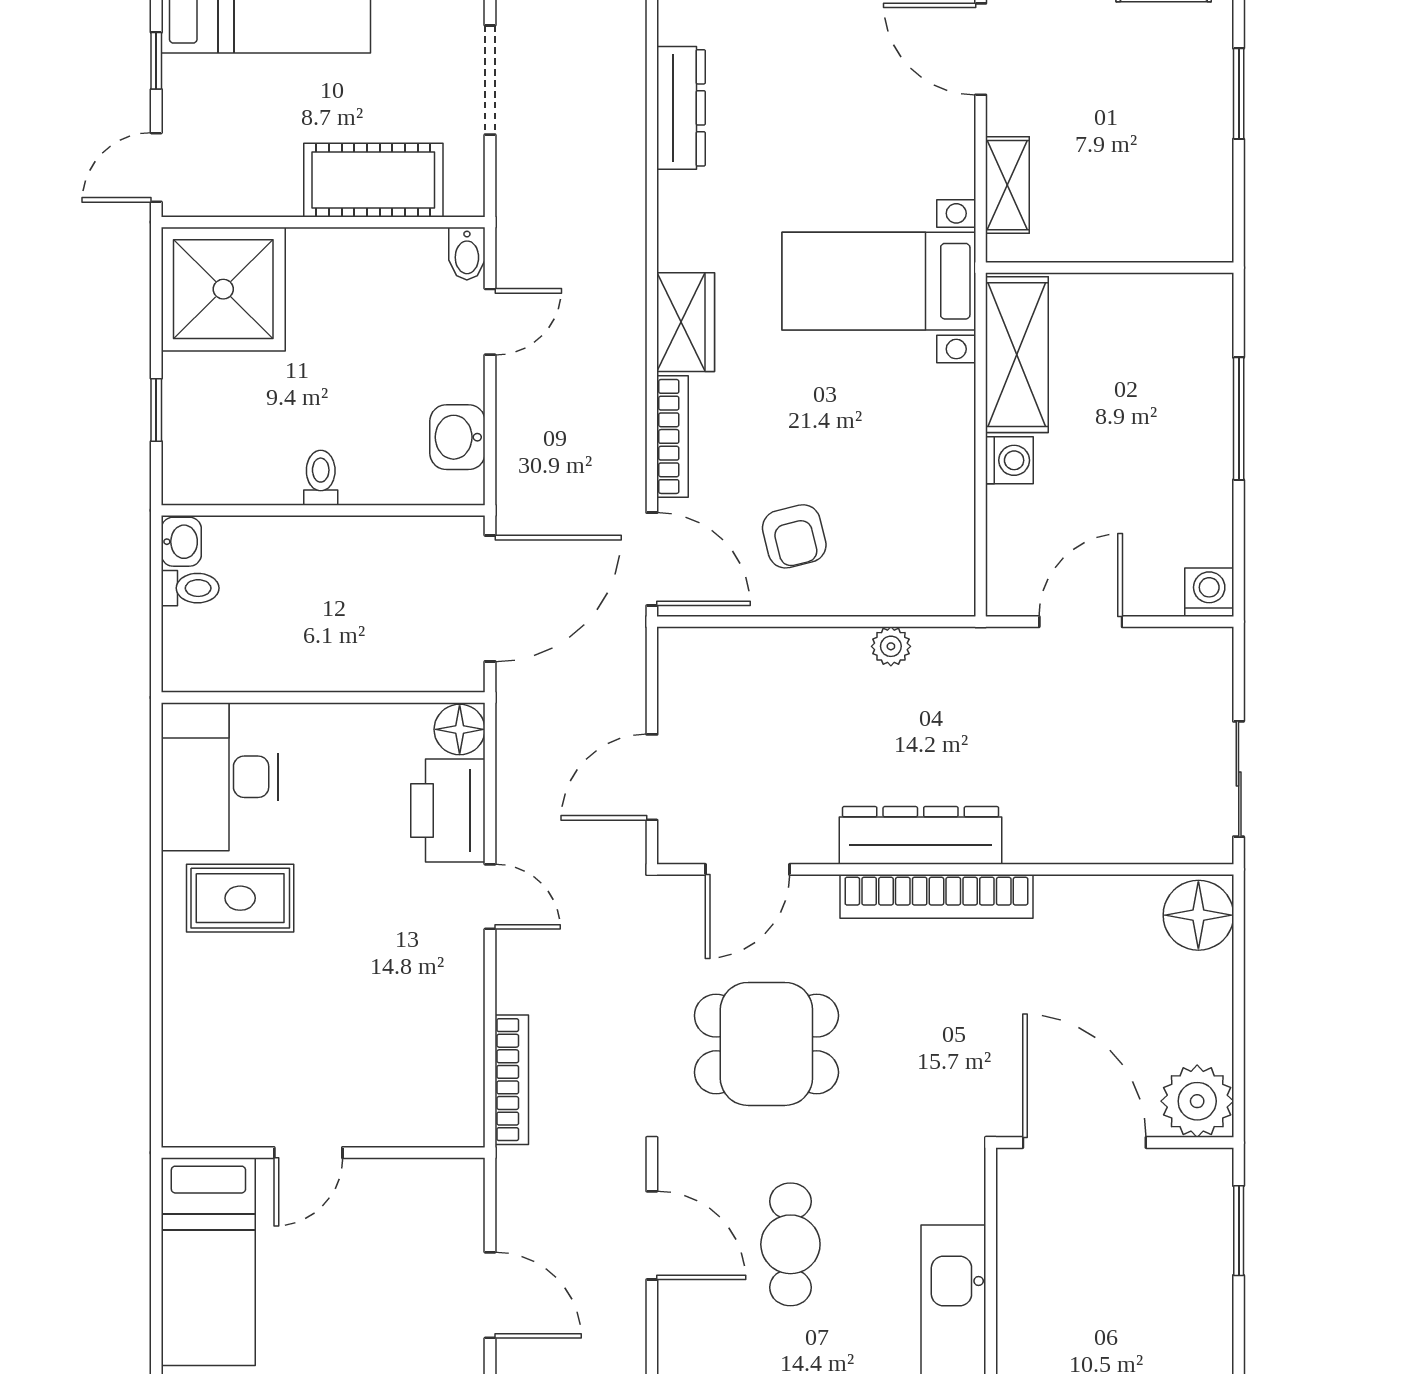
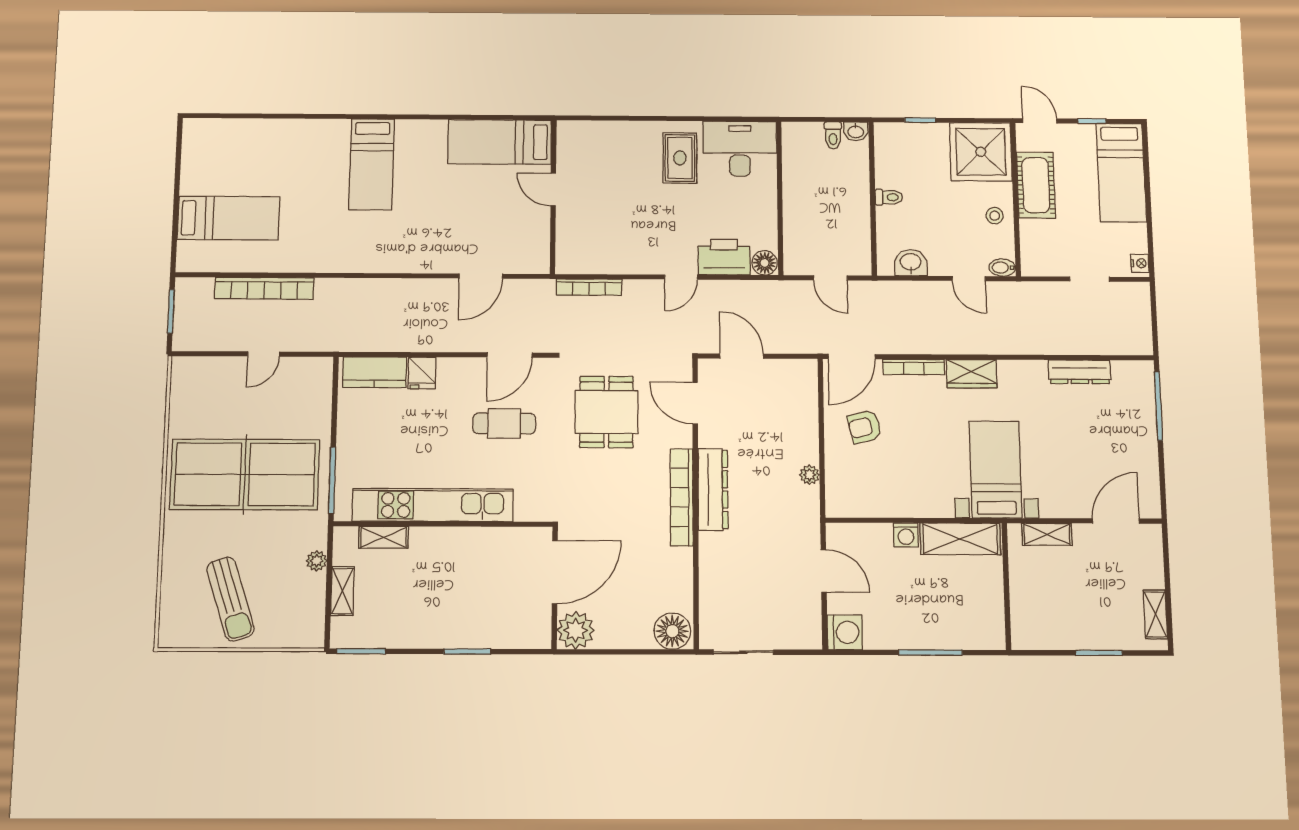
doorway: (490, 80) -> (1089, 279), width x0.73
cot: (373, 180) -> (1036, 185), moved
stool: (358, 265) -> (995, 216), added
washing machine: (1209, 592) -> (845, 632), width x1.38, depth x1.38
door: (490, 598) -> (830, 278), width x0.53
window: (1239, 1231) -> (467, 651), moved

